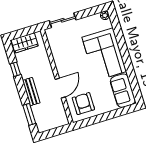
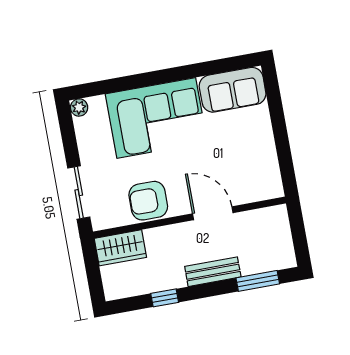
wardrobe: (25, 43) -> (120, 248), moved, turned 90
armchair: (83, 104) -> (148, 201), moved

